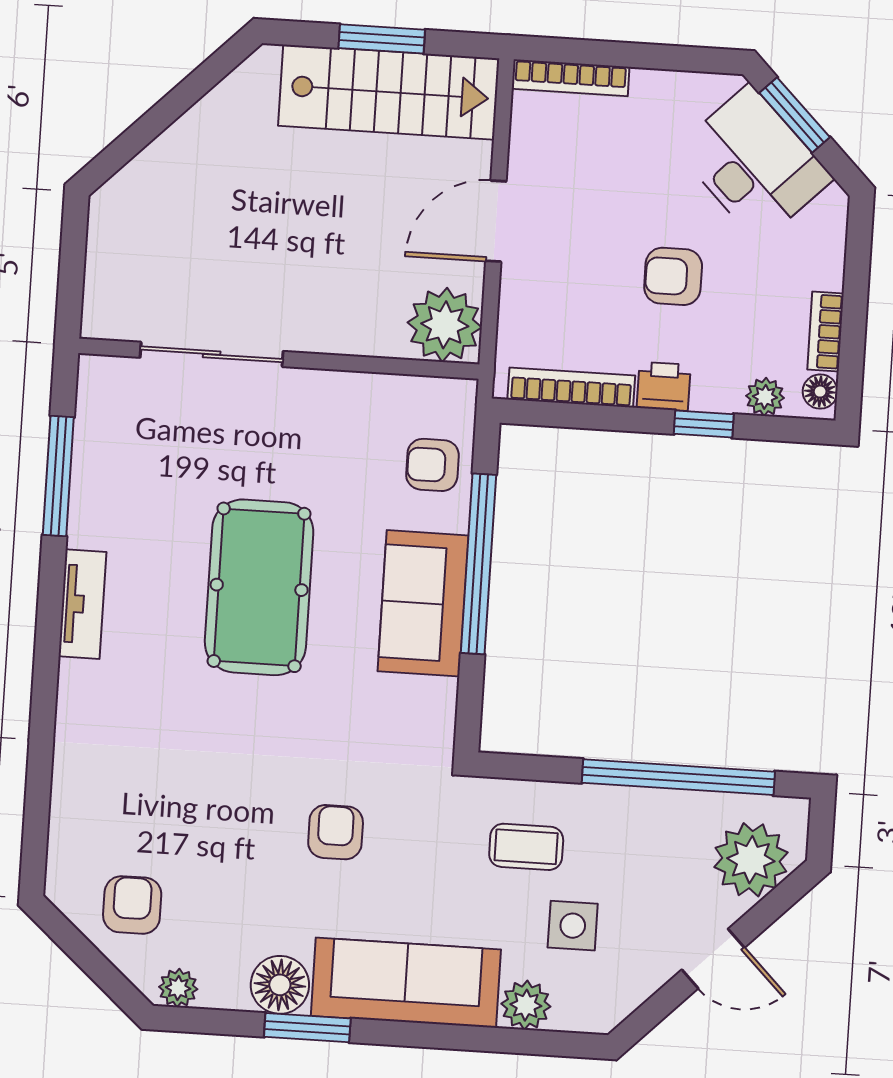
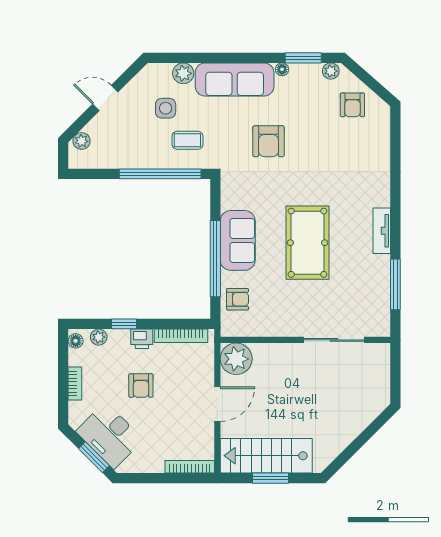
armchair: (673, 276) -> (141, 386), turned 90
bookcase: (826, 332) -> (75, 383), moved
window: (678, 777) -> (160, 174), moved
armchair: (336, 832) -> (268, 141), width x1.38, depth x1.38
plant: (751, 860) -> (81, 141), width x0.53, depth x0.53
floor lamp: (280, 985) -> (282, 69), width x0.53, depth x0.53
window: (307, 1028) -> (303, 58), moved

